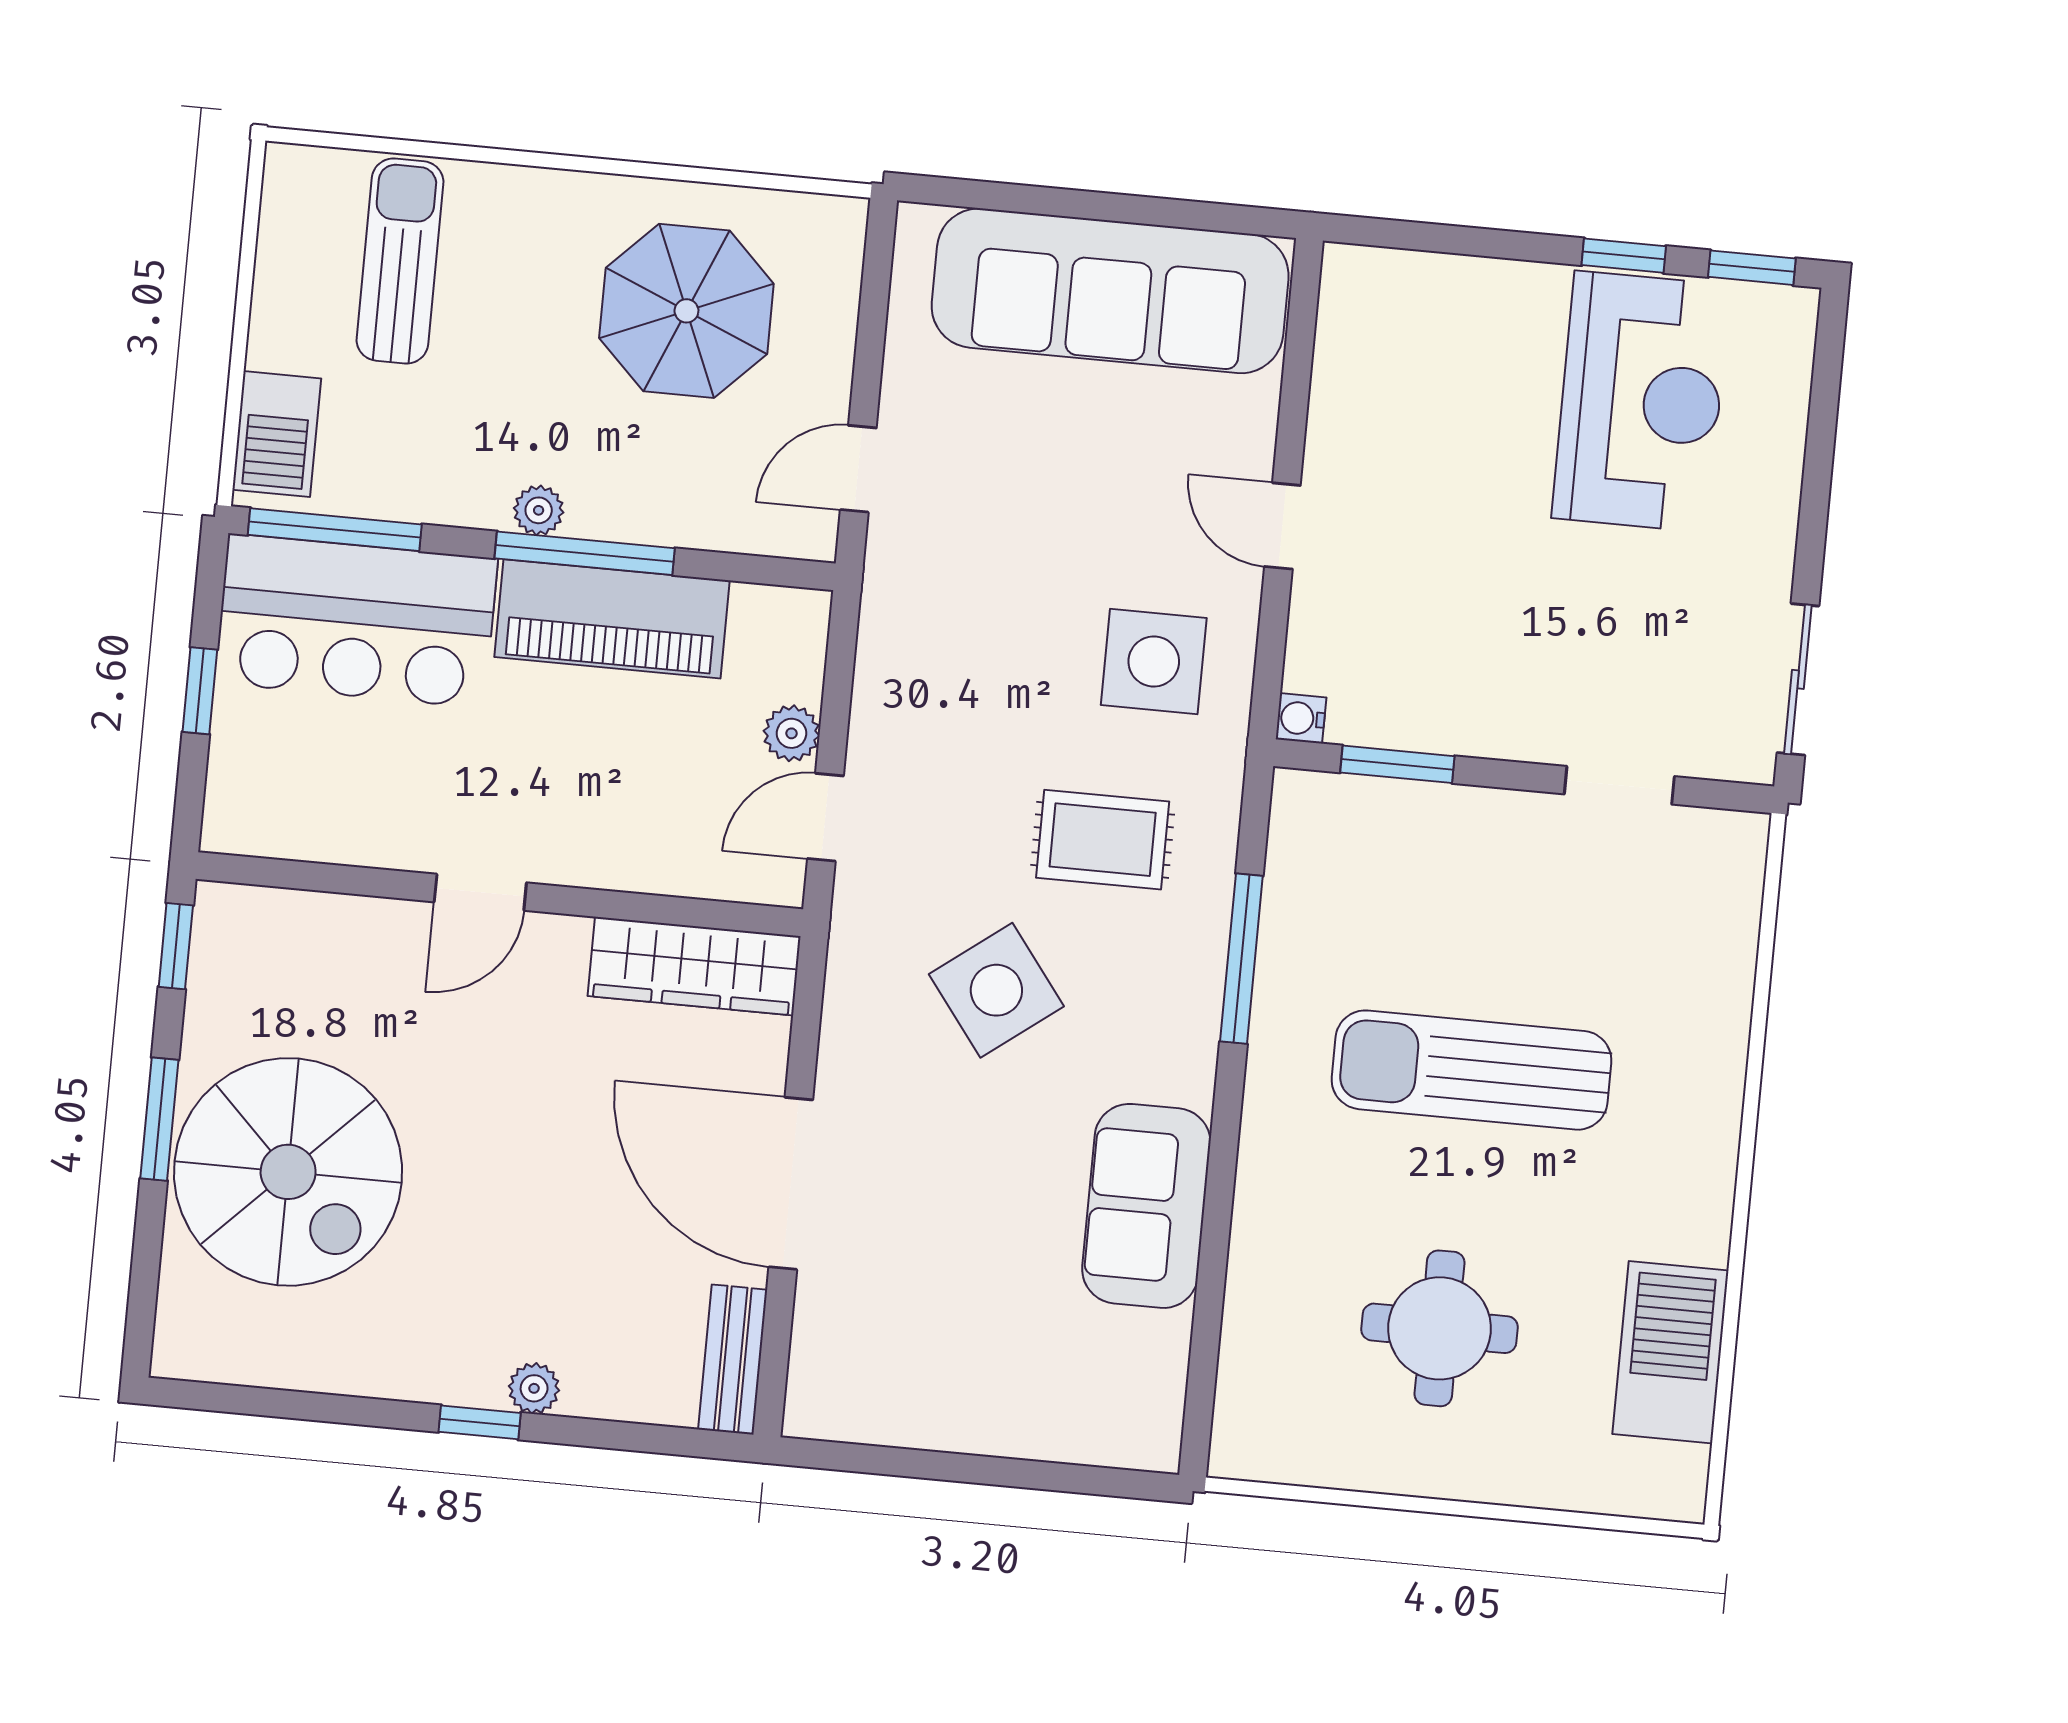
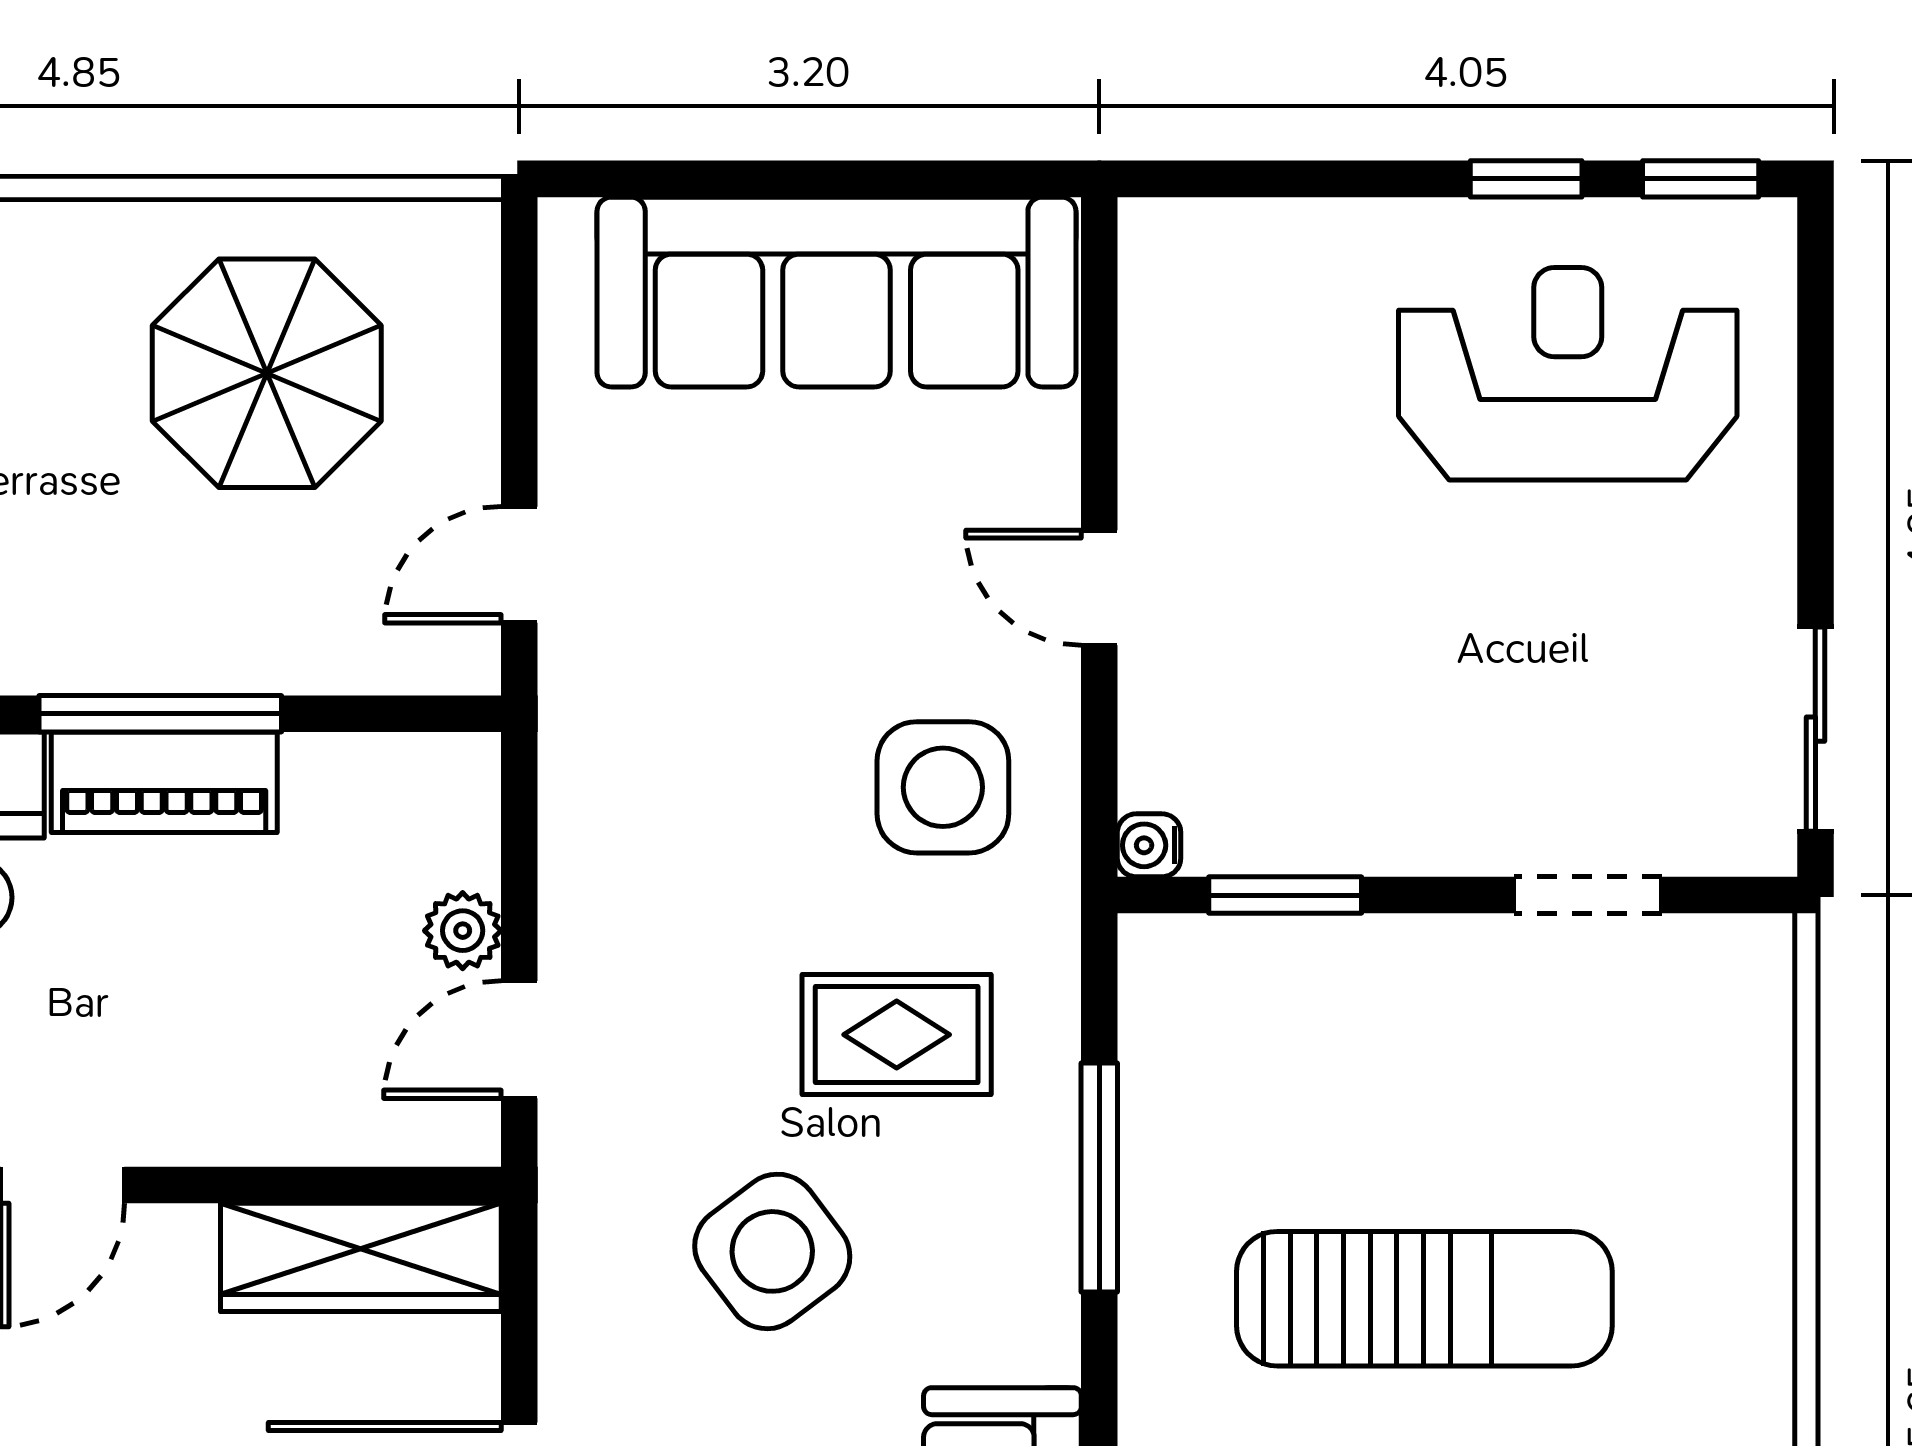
reception desk: (1641, 402) -> (1568, 374), turned -90
plant: (539, 510) -> (92, 662), removed
piano: (612, 619) -> (164, 782), width x0.73, depth x0.75
sun lounger: (1472, 1070) -> (1424, 1299), turned 180

